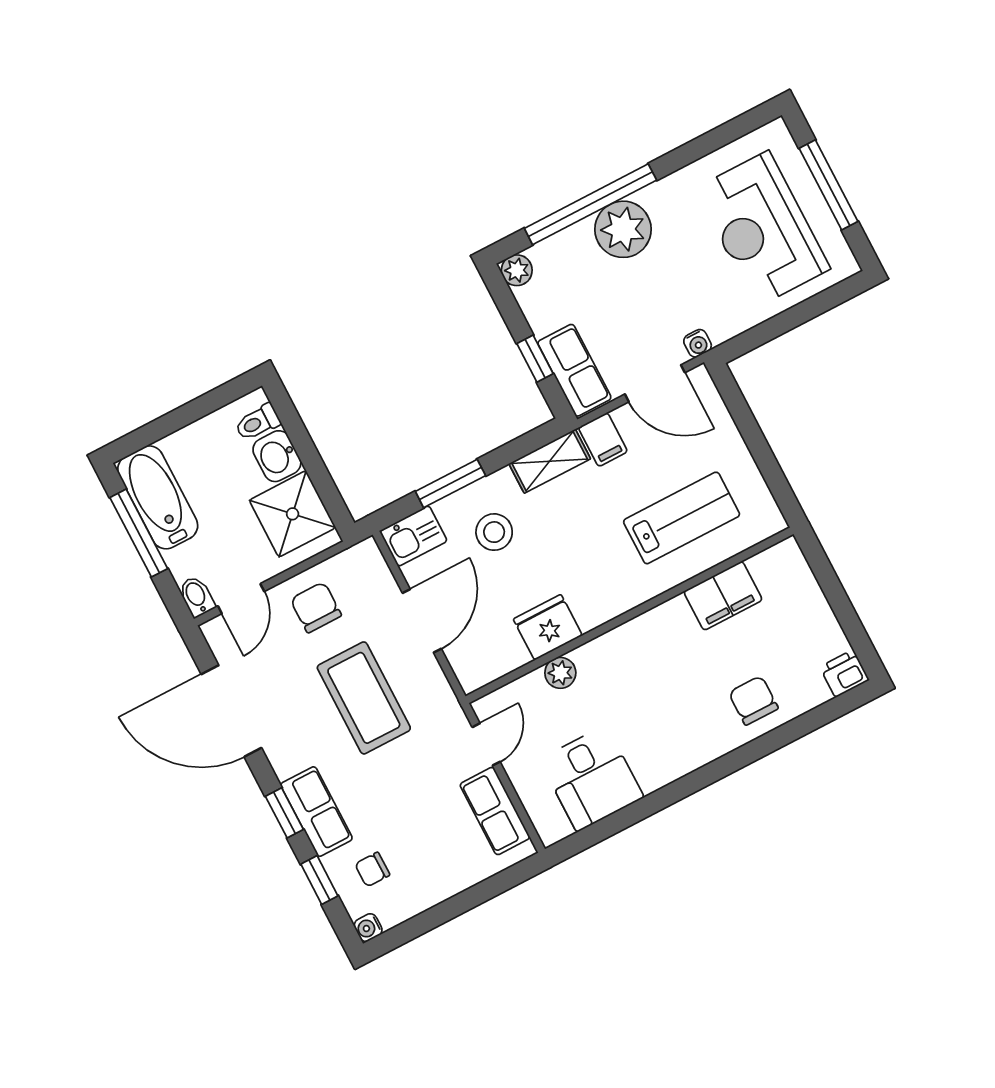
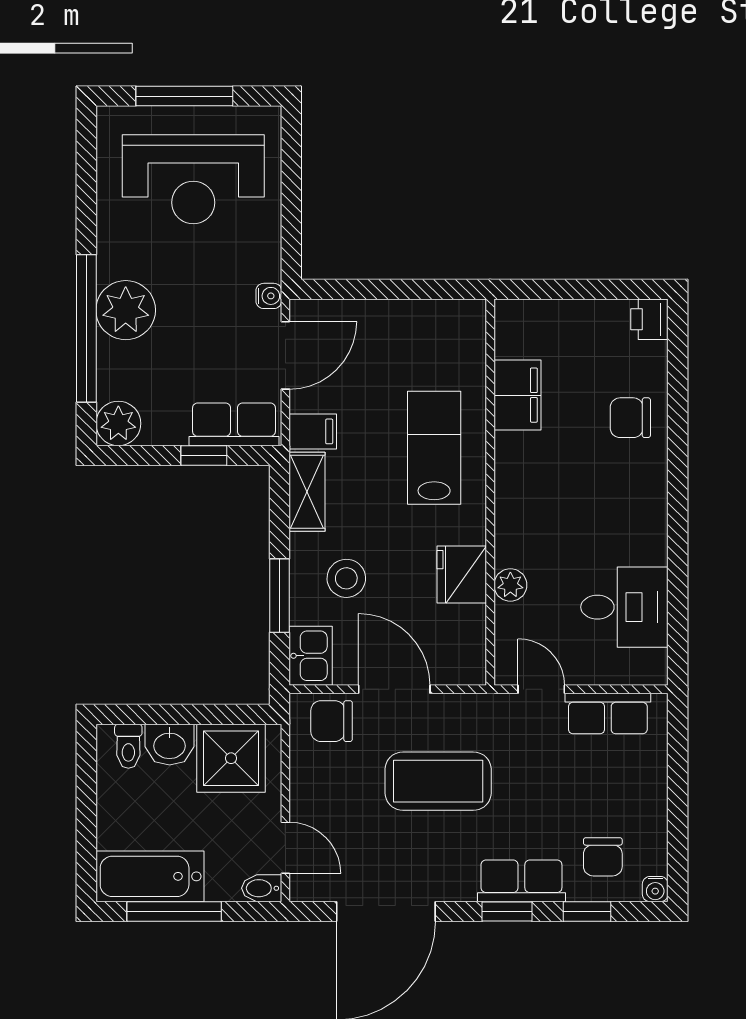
plant: (517, 270) -> (118, 423), width x1.38, depth x1.38
lab bench: (682, 518) -> (434, 448), moved
chair: (316, 607) -> (332, 721), moved
chair: (372, 869) -> (603, 857), width x1.37, depth x1.37

